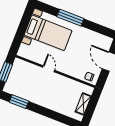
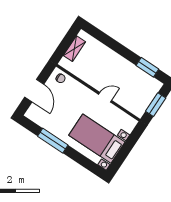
window: (70, 18) -> (53, 141), moved
door: (49, 69) -> (105, 97), swing flipped

